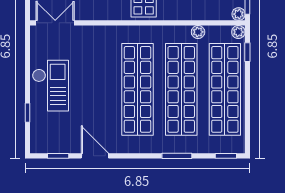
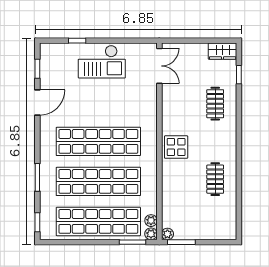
plant: (198, 32) -> (151, 221), moved
window: (247, 52) -> (133, 242), width x1.50

